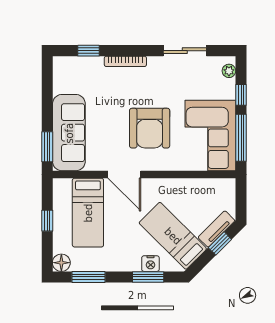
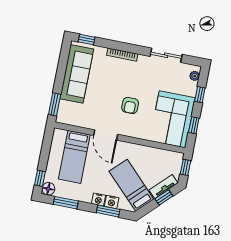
window: (89, 51) -> (87, 40), moved
armchair: (150, 128) -> (130, 105), width x0.53, depth x0.53
sofa: (69, 133) -> (77, 74), moved
window: (241, 138) -> (194, 125), width x0.46
window: (241, 197) -> (185, 167), added
window: (47, 221) -> (40, 178), moved
nightstand: (132, 264) -> (99, 200), added

